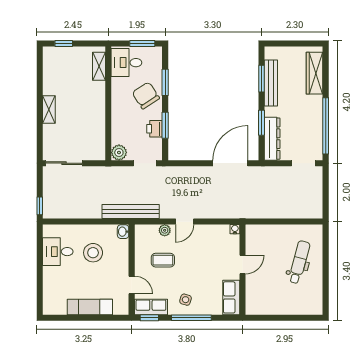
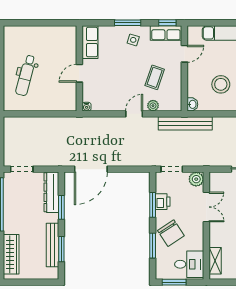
double door: (108, 123) -> (206, 207), added
coffee table: (163, 260) -> (155, 77), turned -71
door: (132, 285) -> (184, 54), swing flipped
window: (191, 318) -> (128, 23), width x0.69

